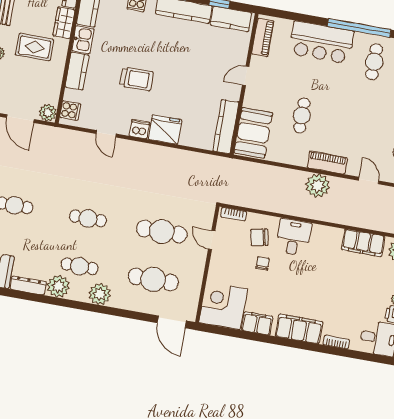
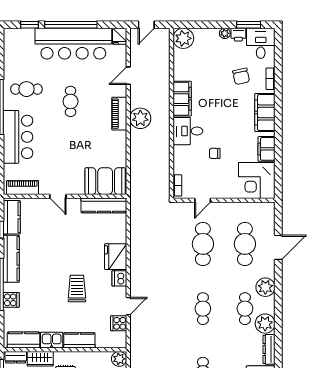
cooker: (70, 111) -> (119, 323), moved, turned -90
cafe table: (302, 115) -> (71, 101), moved, turned 90
chair: (259, 237) -> (241, 76), moved
filing cabinet: (363, 243) -> (182, 99), moved
door: (172, 322) -> (278, 247), moved

